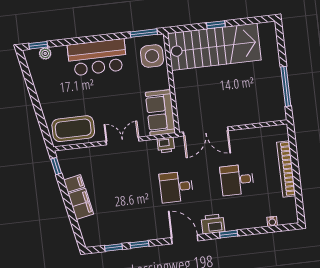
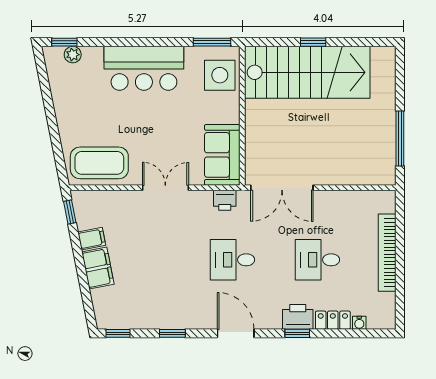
locker: (253, 222) -> (333, 320), added
printer: (213, 224) -> (298, 317), moved
window: (114, 247) -> (118, 333), moved

